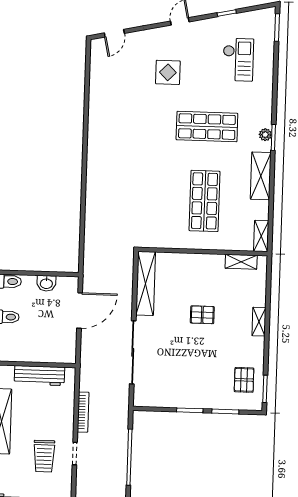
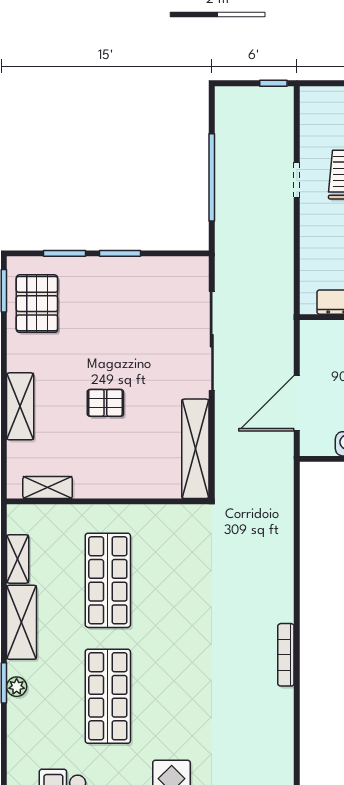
shop shelf: (207, 127) -> (108, 696), turned 90
shelving: (261, 236) -> (18, 559), moved
shelving: (259, 322) -> (20, 406), width x1.50, depth x1.33
pallet: (244, 380) -> (37, 304), width x1.50, depth x1.42
bookcase: (83, 412) -> (286, 655), moved

